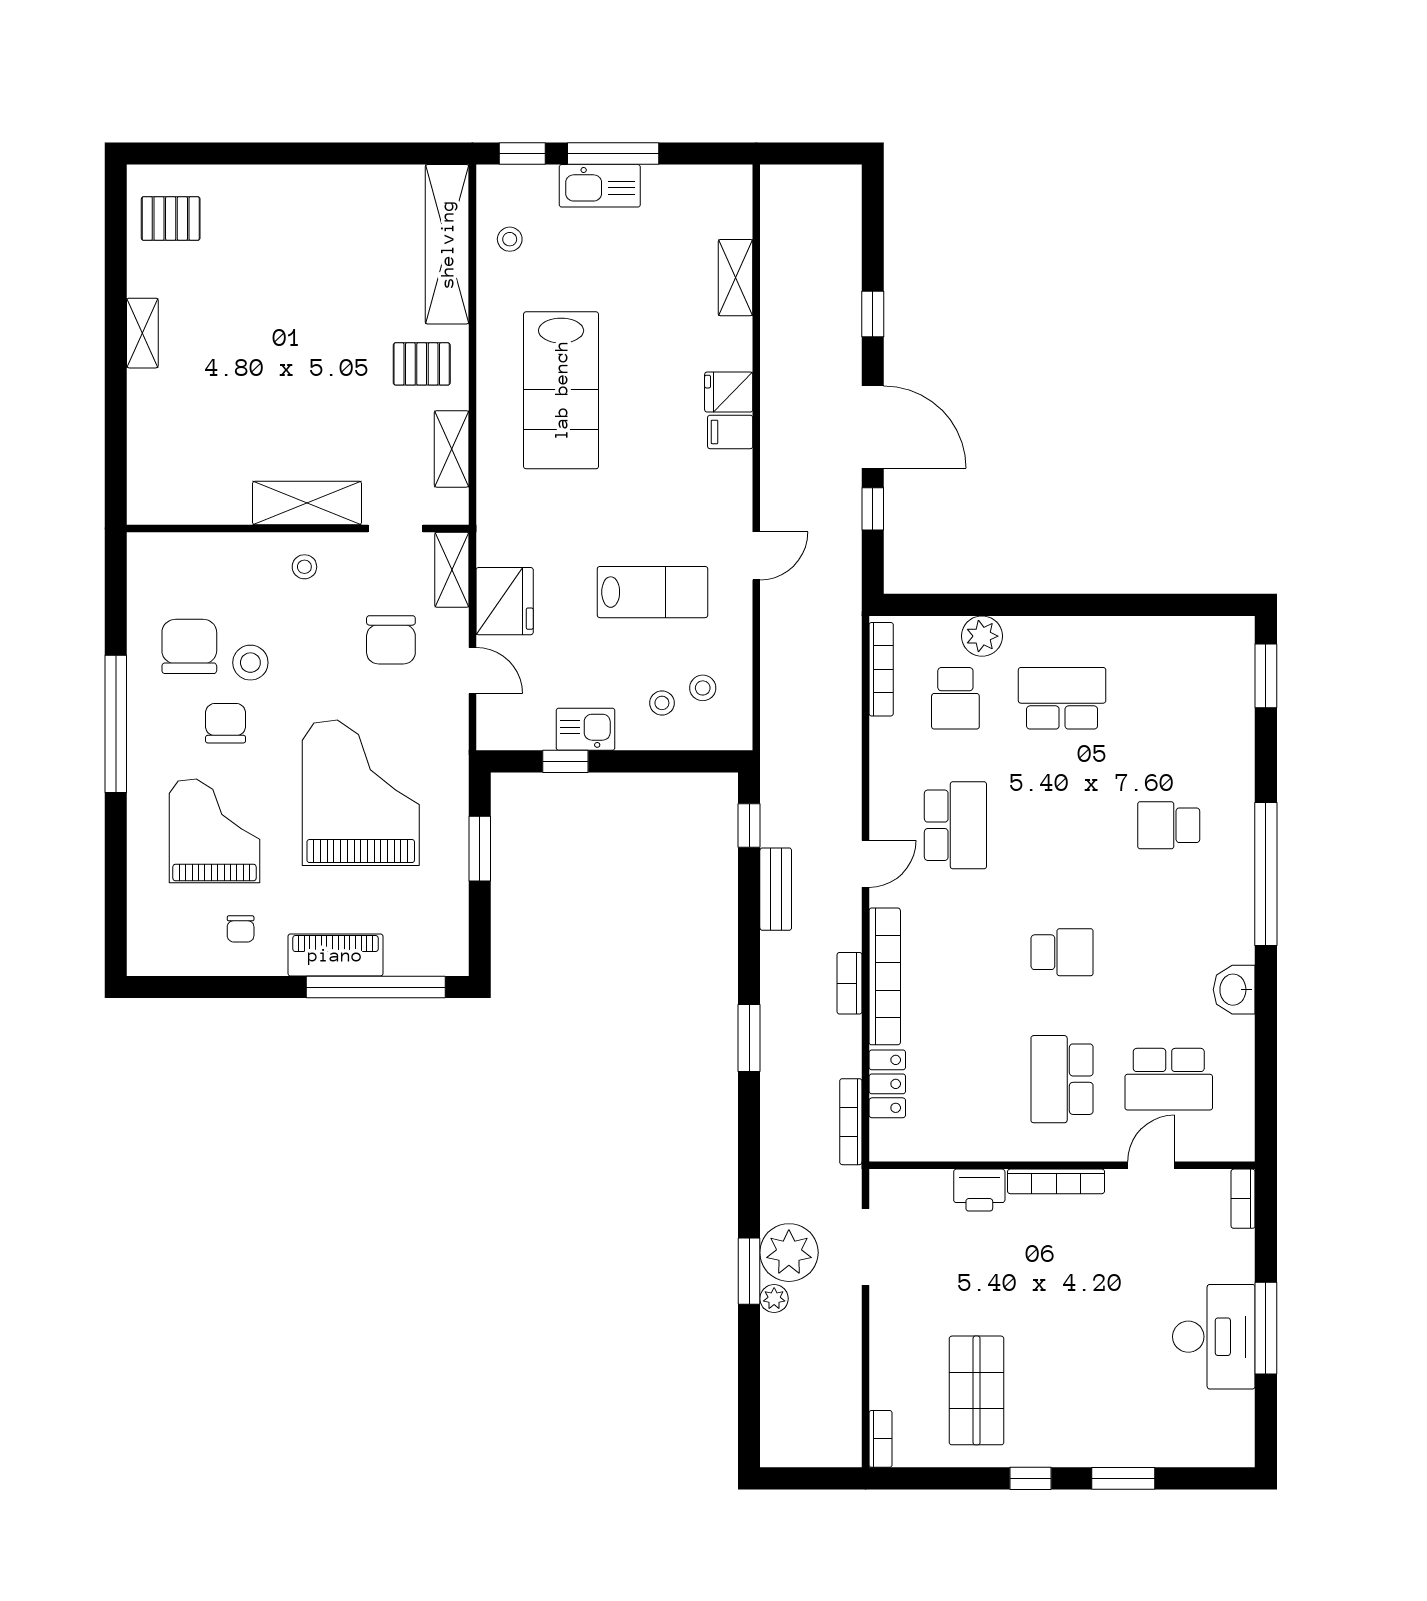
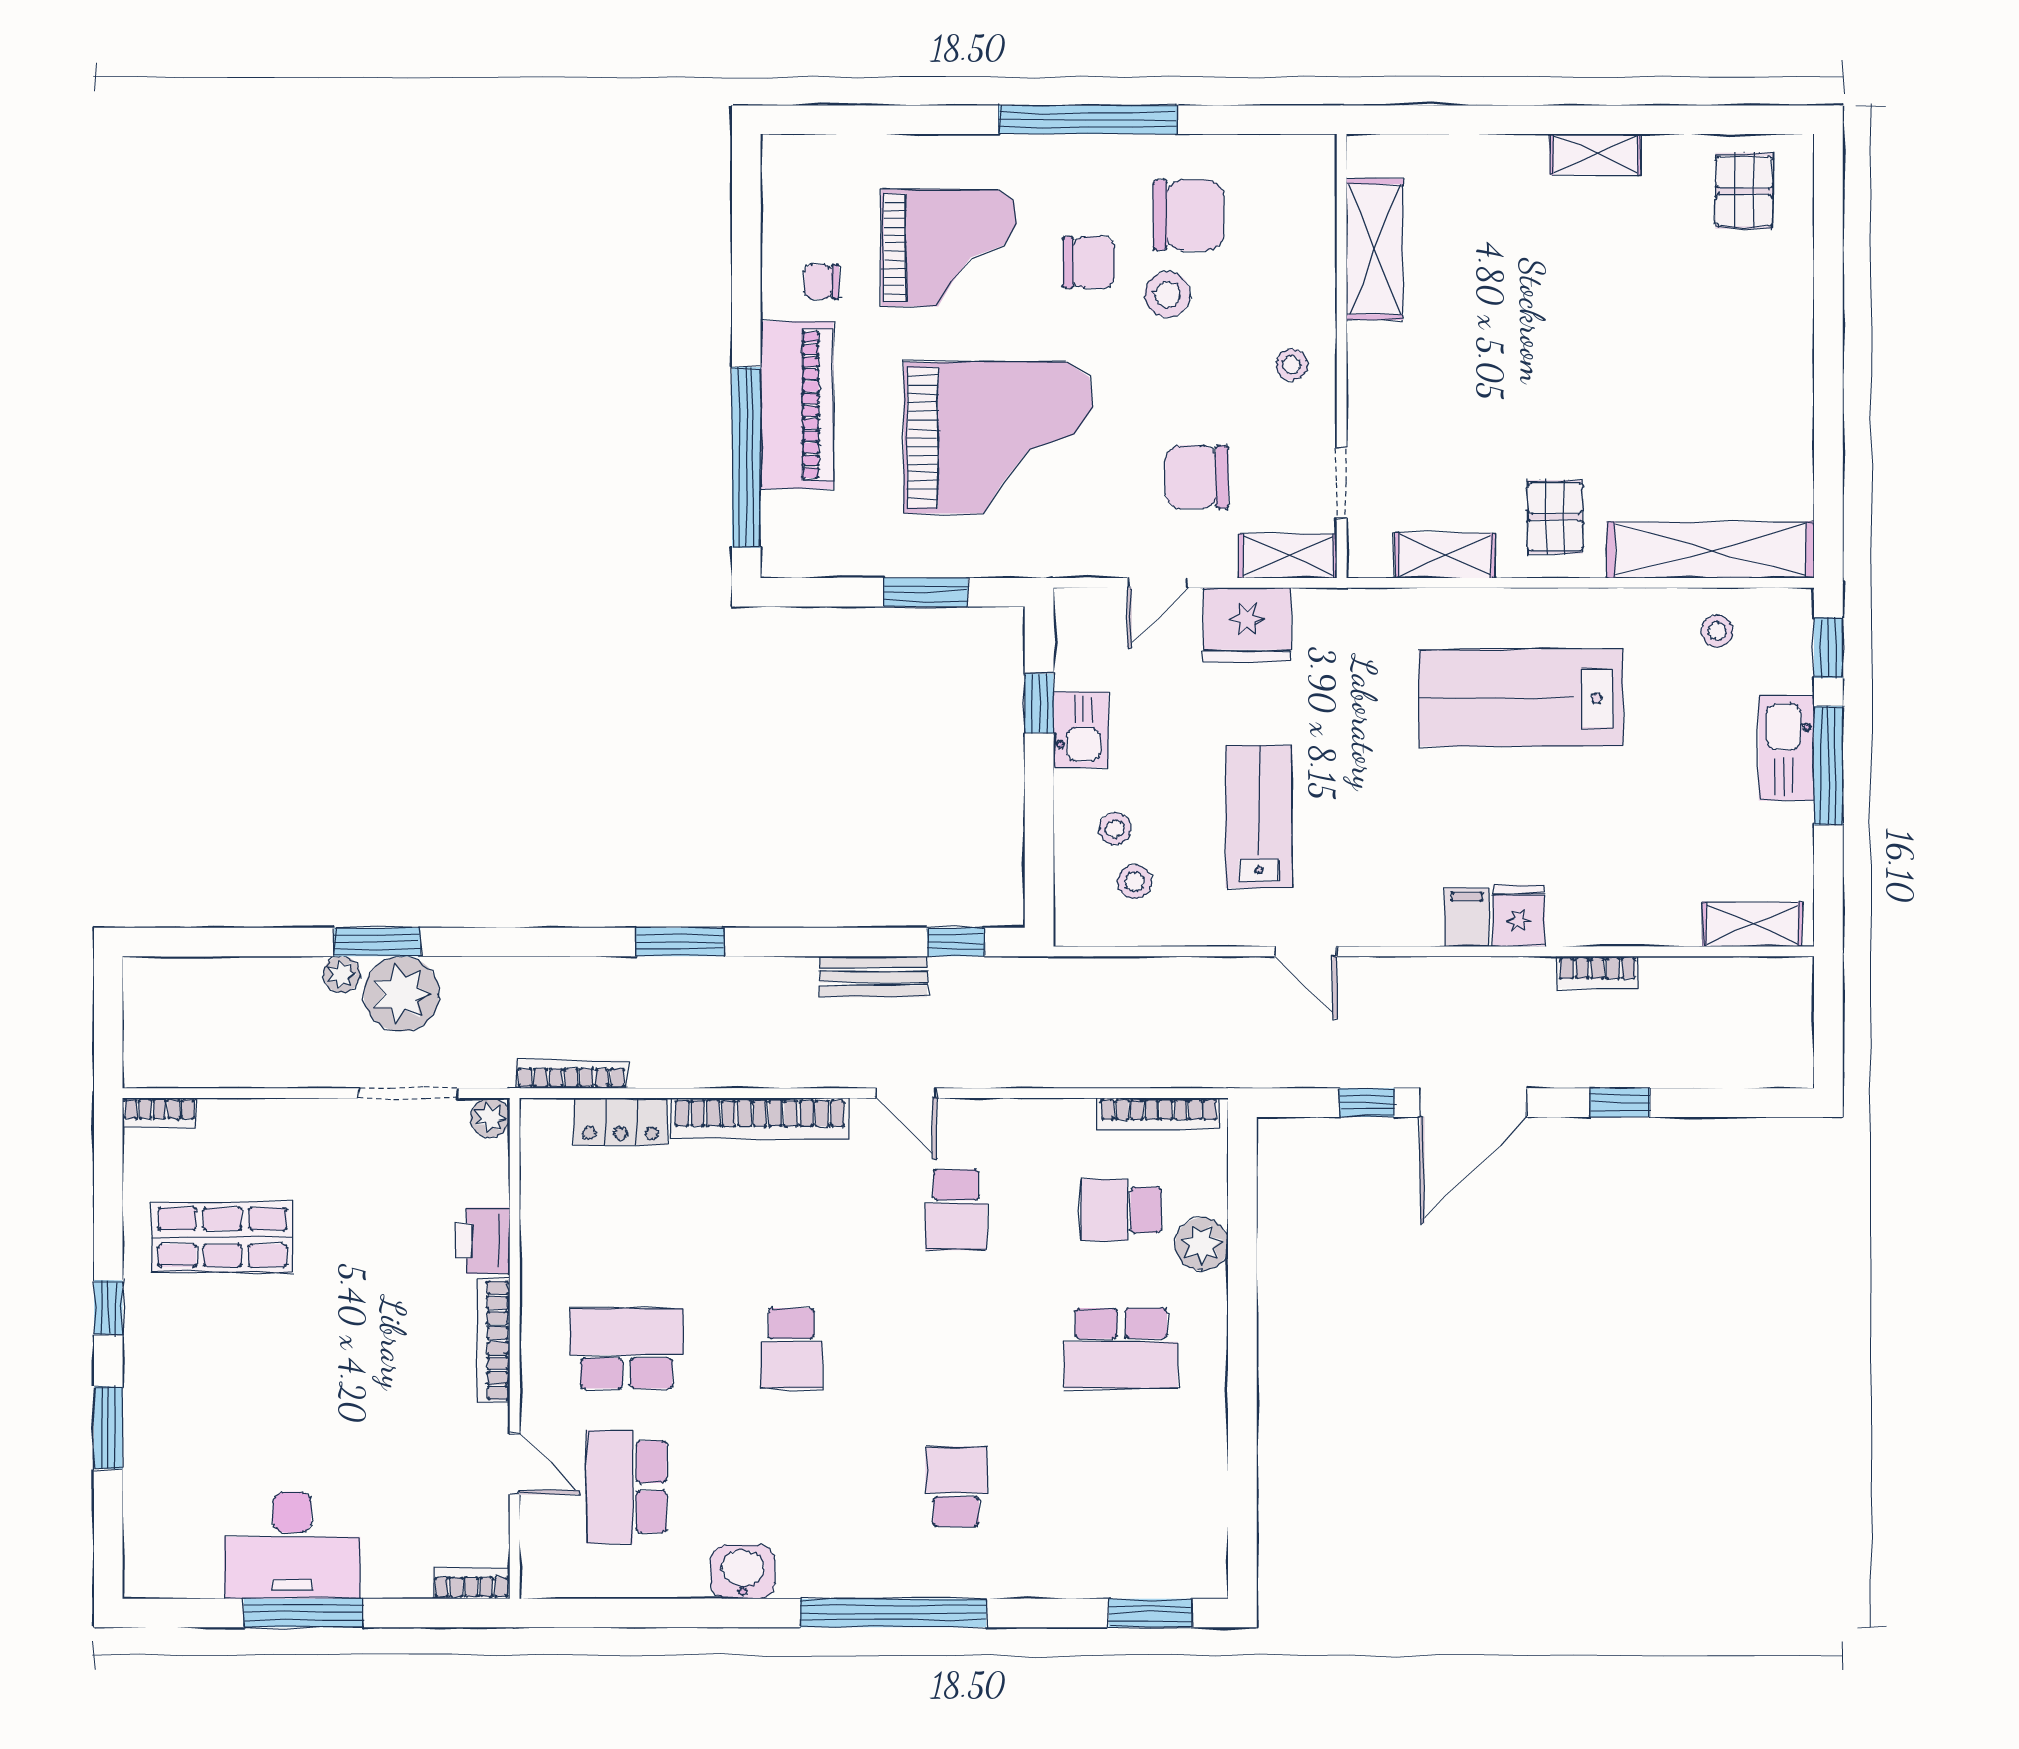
shelving: (735, 278) -> (1752, 924), moved
shelving: (307, 503) -> (1375, 249), moved
lab bench: (653, 592) -> (1259, 817), turned 180
school desk: (1062, 698) -> (1121, 1348), turned 90
school desk: (955, 825) -> (956, 1210), width x0.54
piano: (335, 955) -> (797, 405), width x1.37, depth x1.33
bookcase: (850, 983) -> (1597, 972), moved, turned 180
plant: (884, 1184) -> (490, 1118), added

